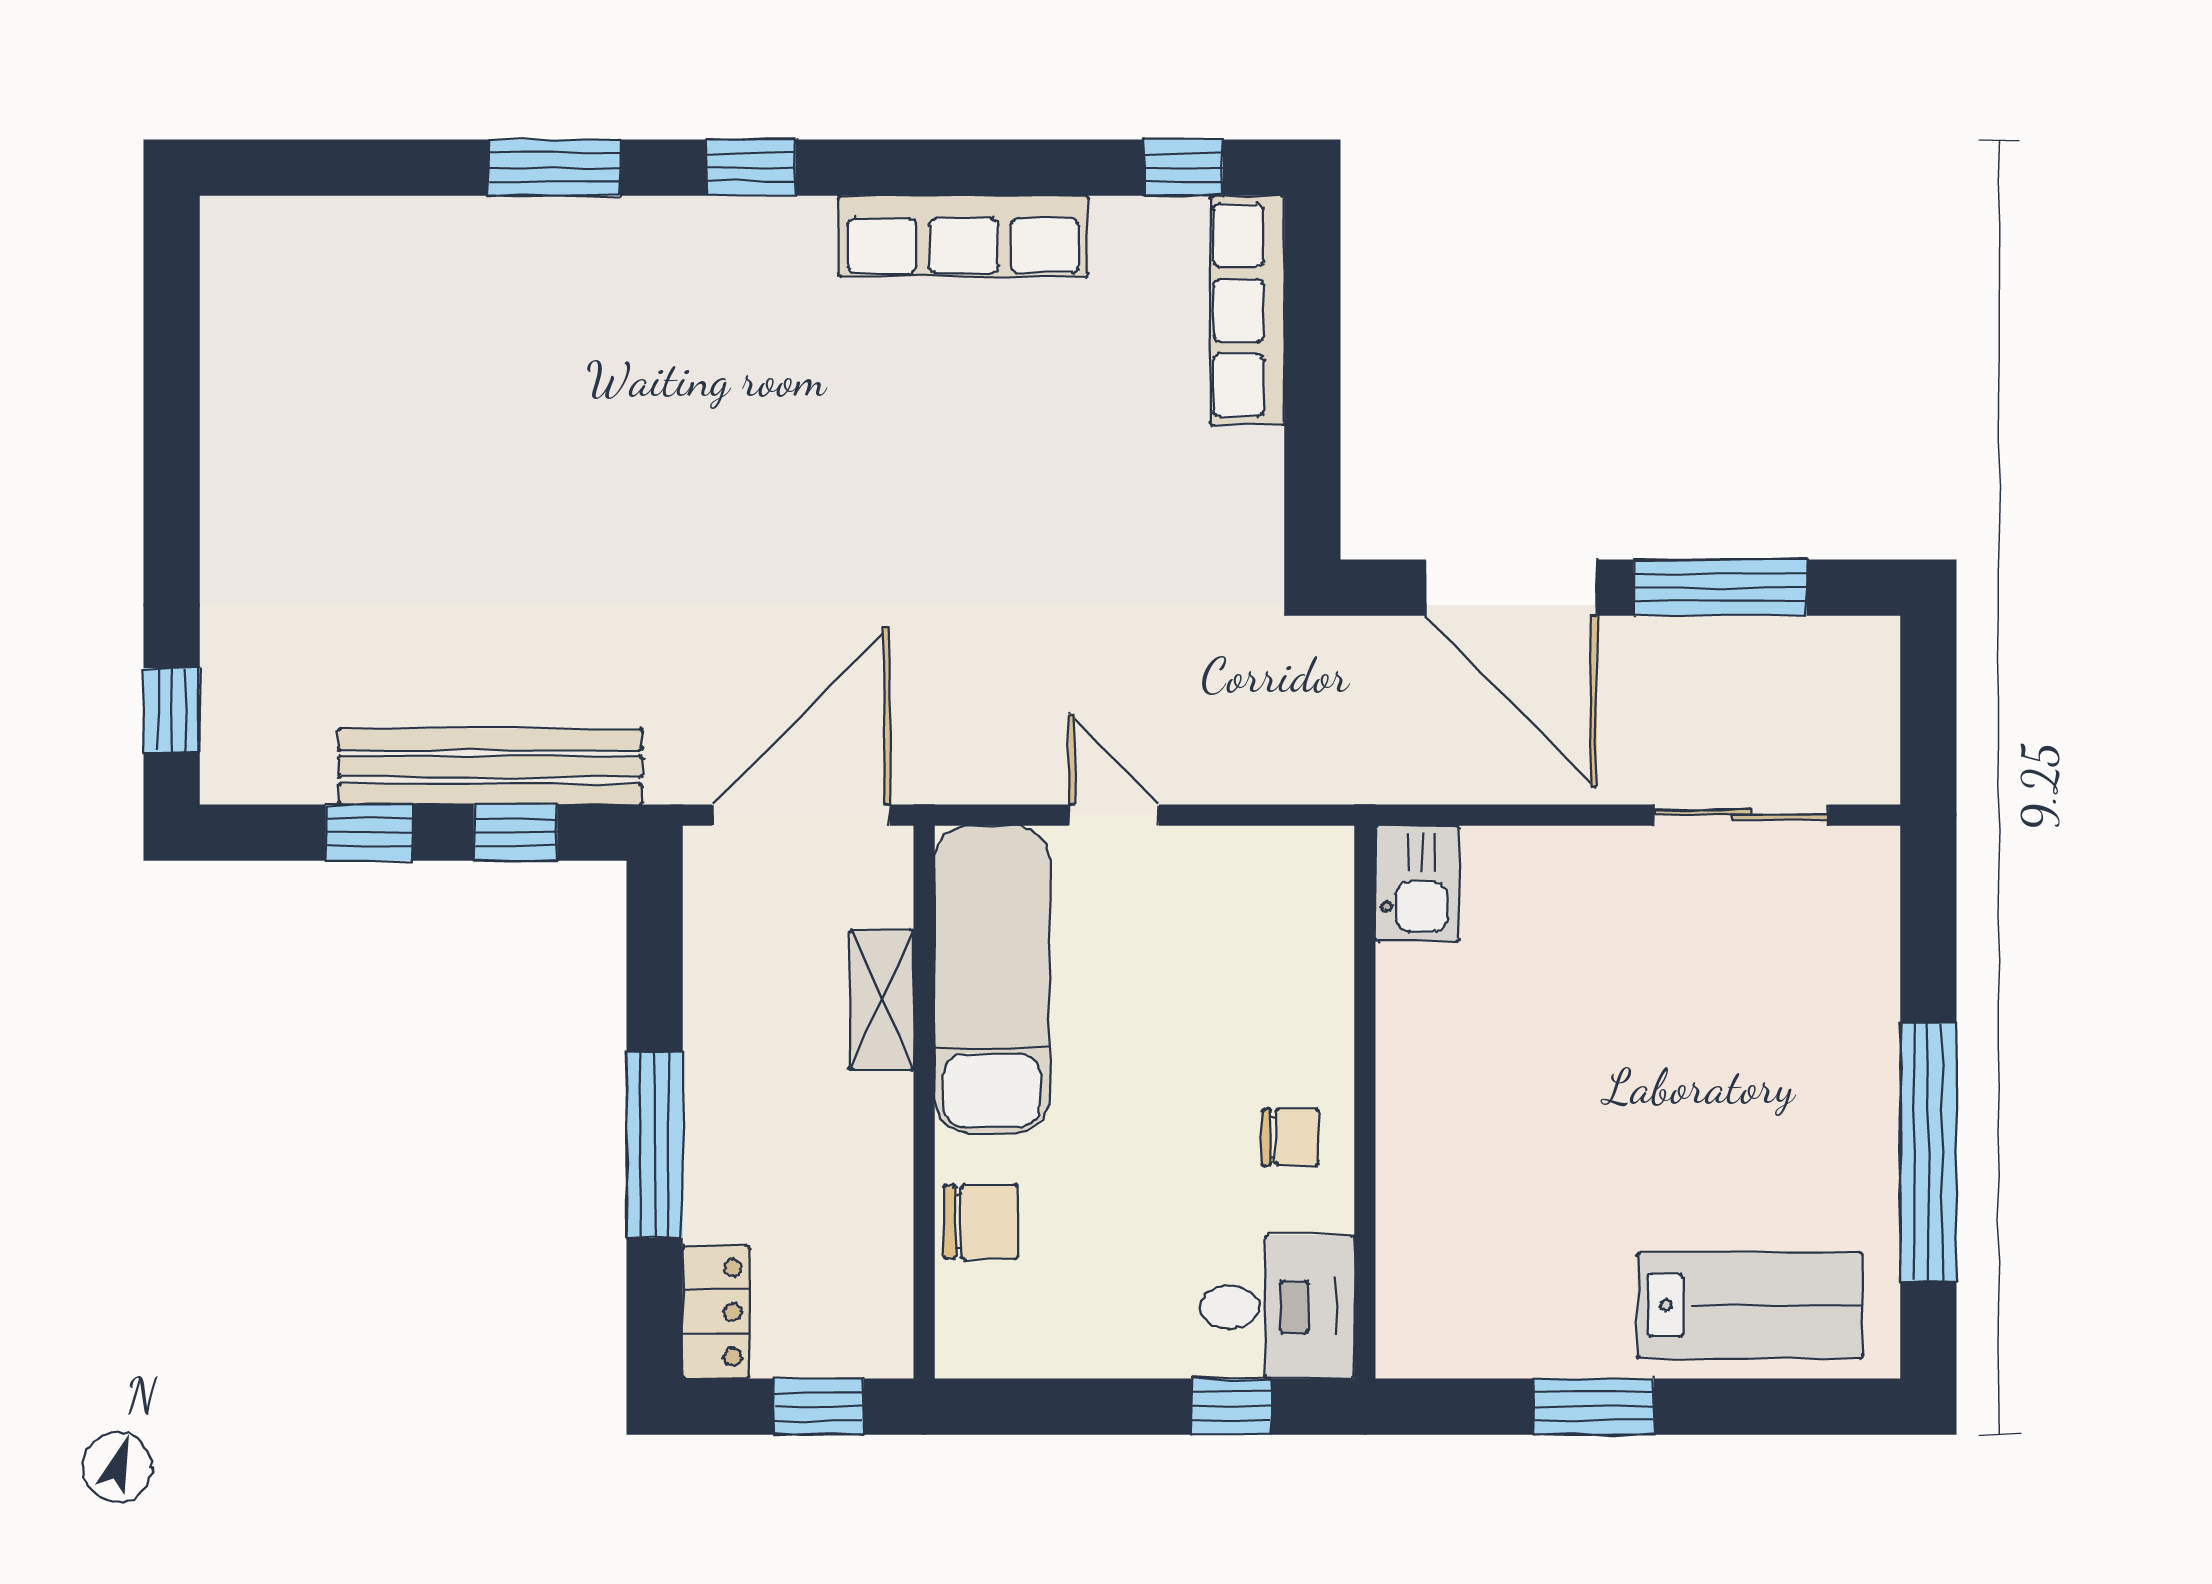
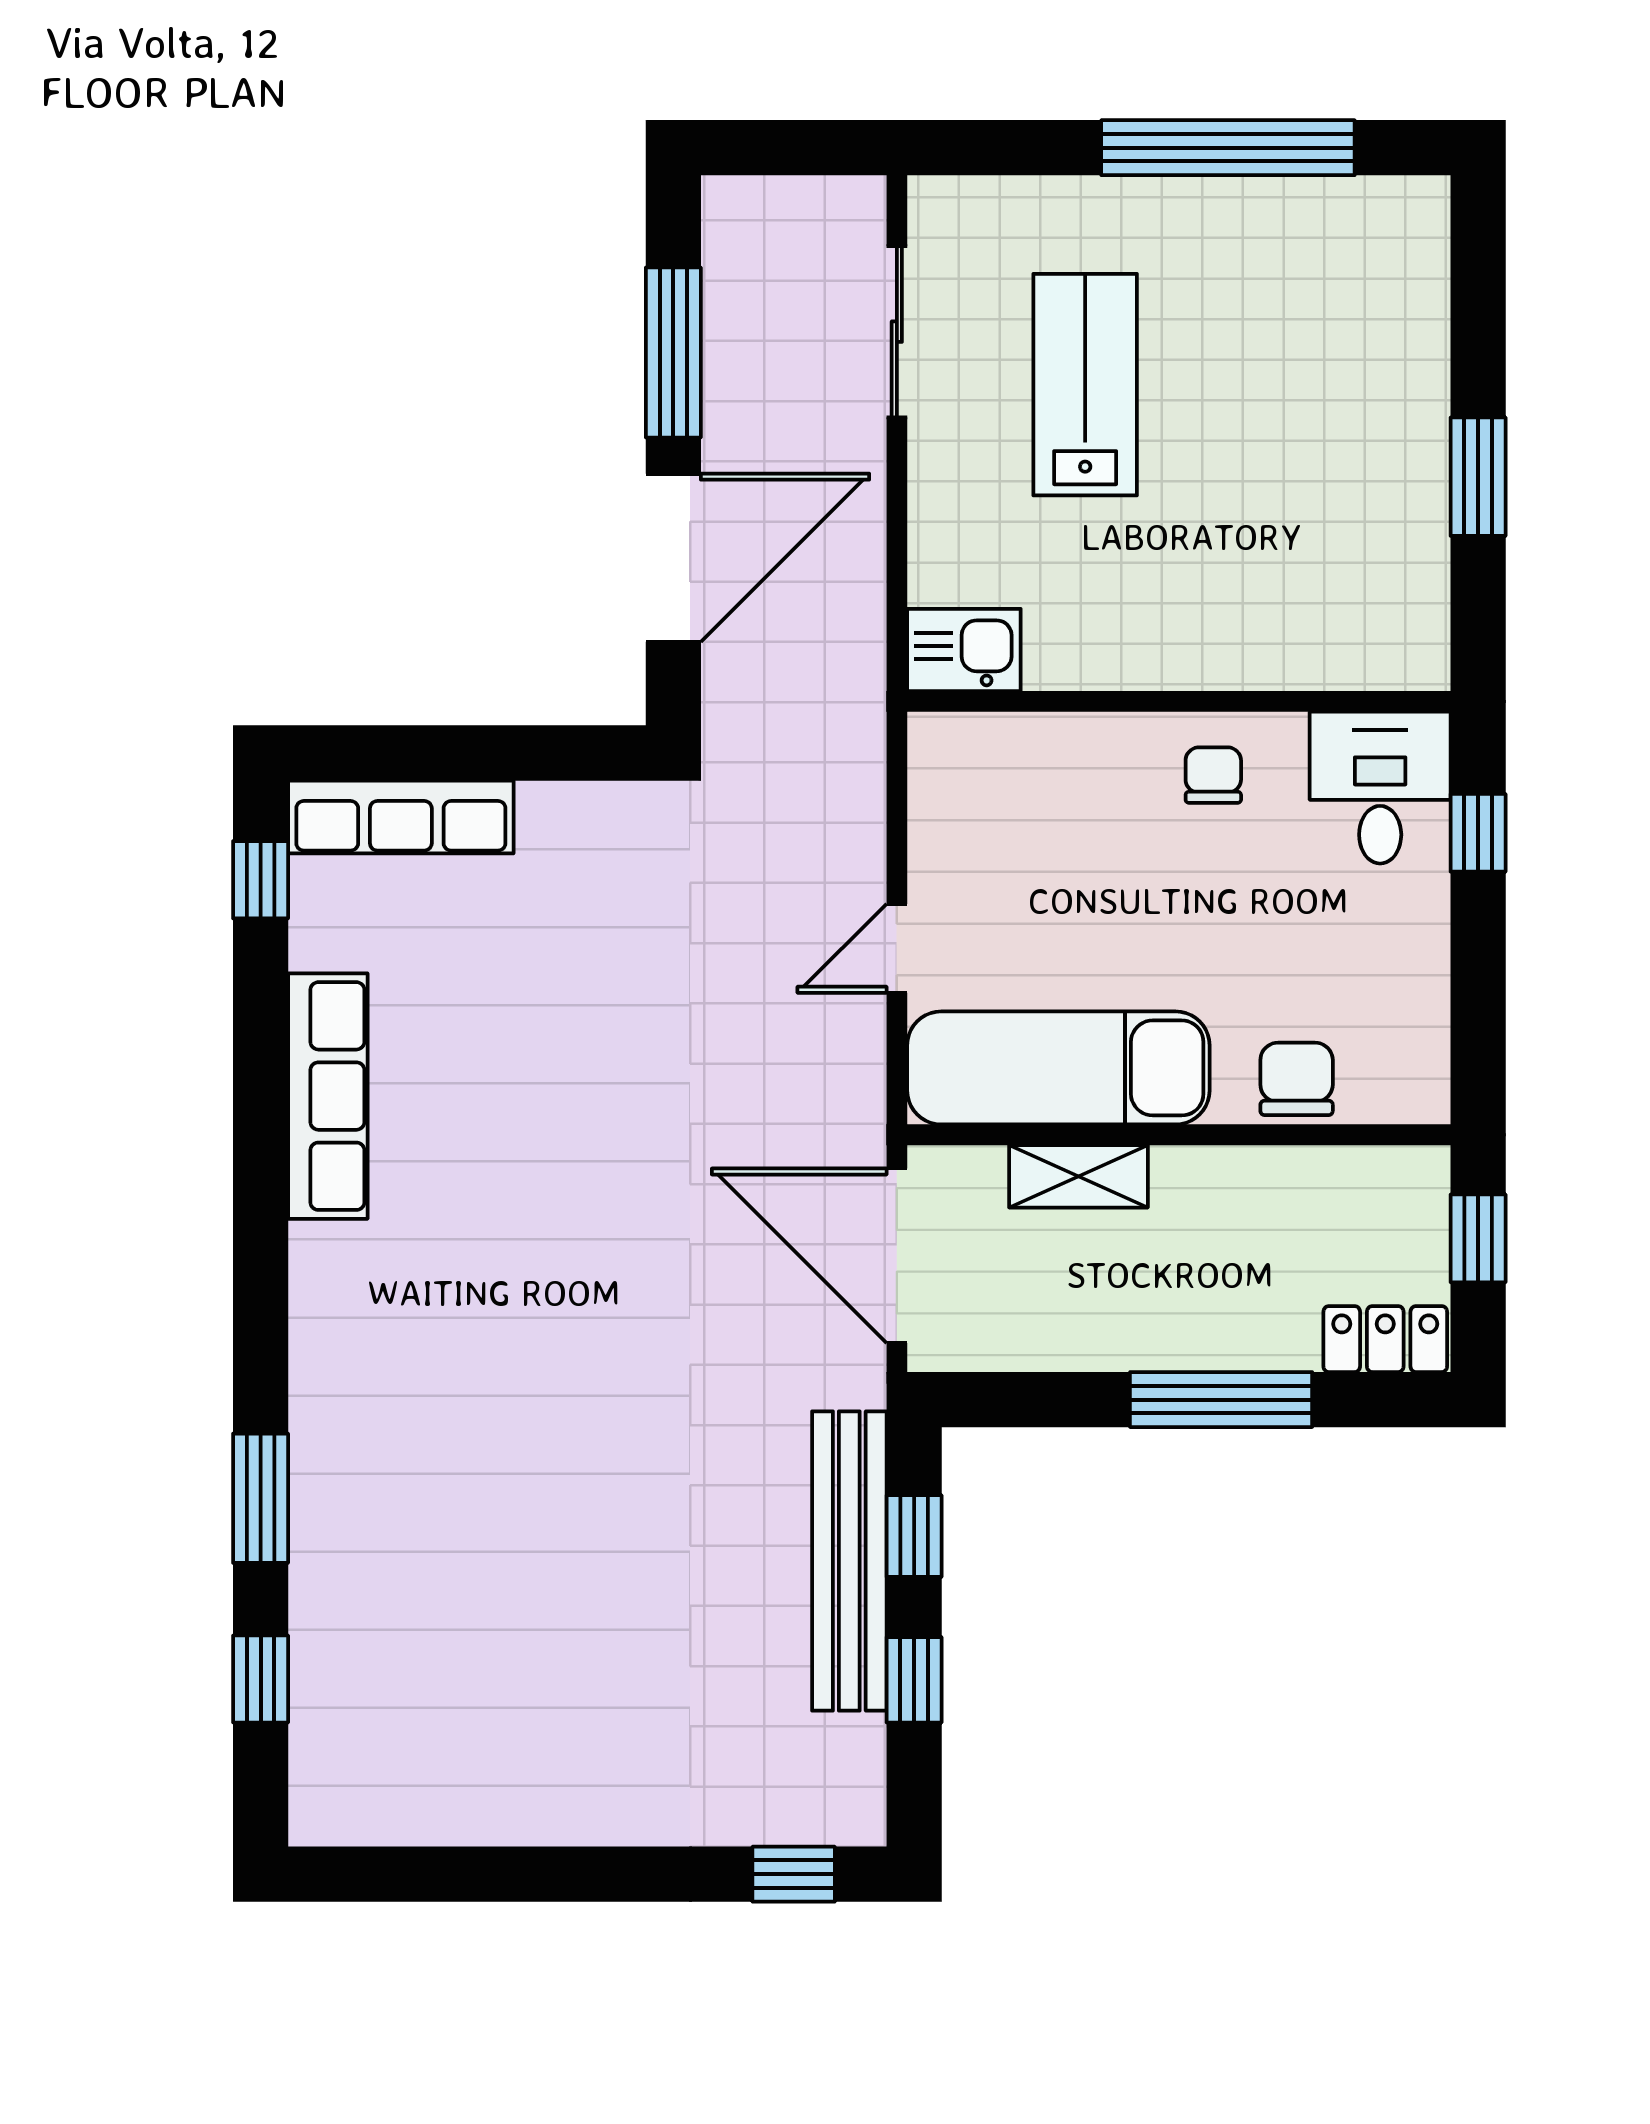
window: (751, 168) -> (261, 1679), moved
lab bench: (1750, 1305) -> (1085, 385), moved

